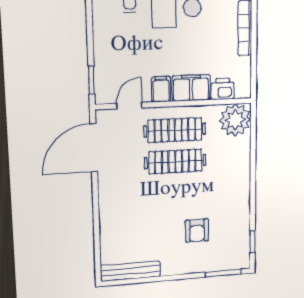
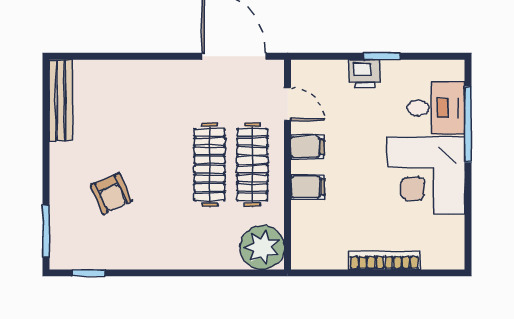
window: (91, 80) -> (382, 56), moved
filing cabinet: (191, 88) -> (308, 187), width x0.50
printer: (223, 89) -> (365, 74), moved, turned 90
armchair: (197, 230) -> (111, 193), turned -114

